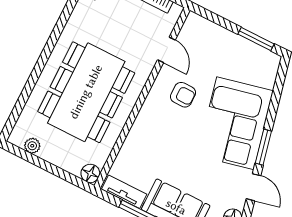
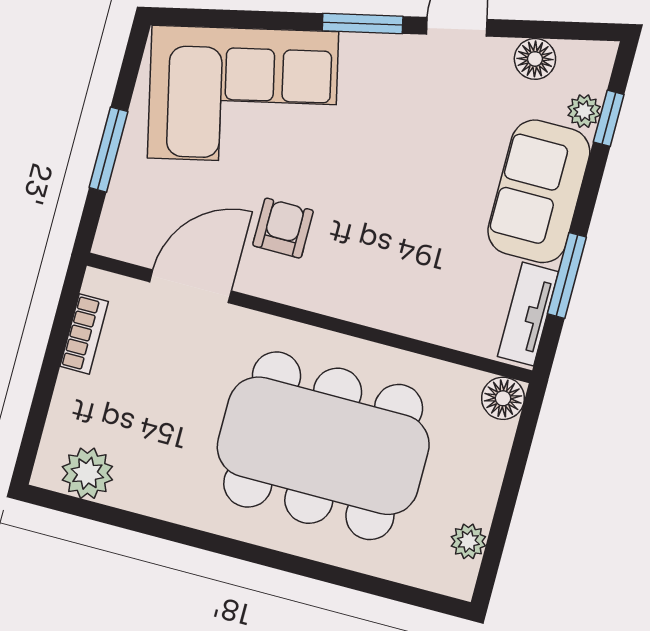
window: (256, 39) -> (108, 150), moved
door: (166, 50) -> (191, 286), width x1.38
corner sofa: (235, 123) -> (243, 95), moved

